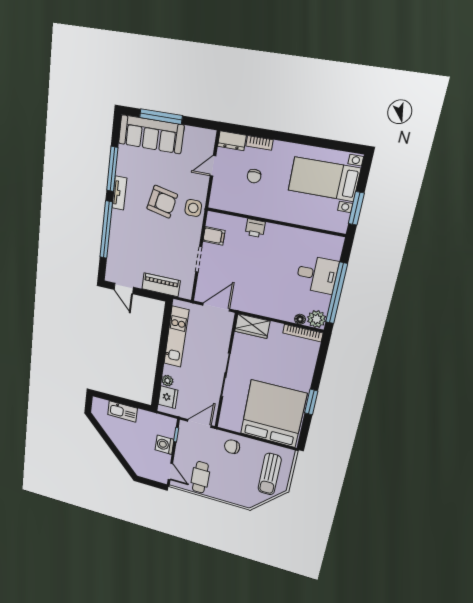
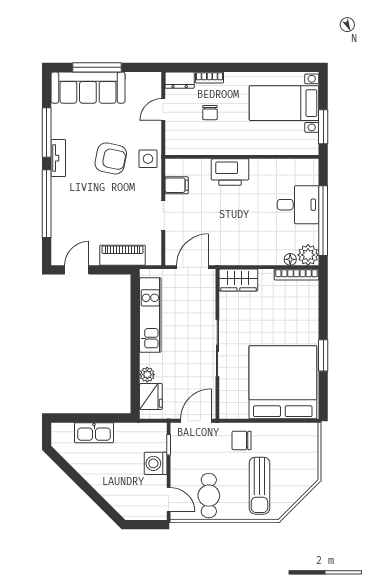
printer: (255, 228) -> (230, 172), width x1.87, depth x1.48
door: (124, 288) -> (77, 270), swing flipped
sun lounger: (270, 474) -> (259, 486), moved

